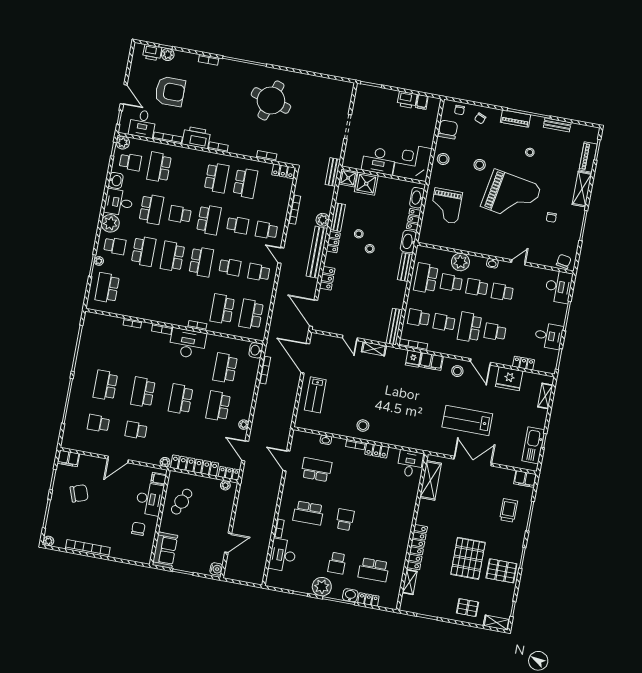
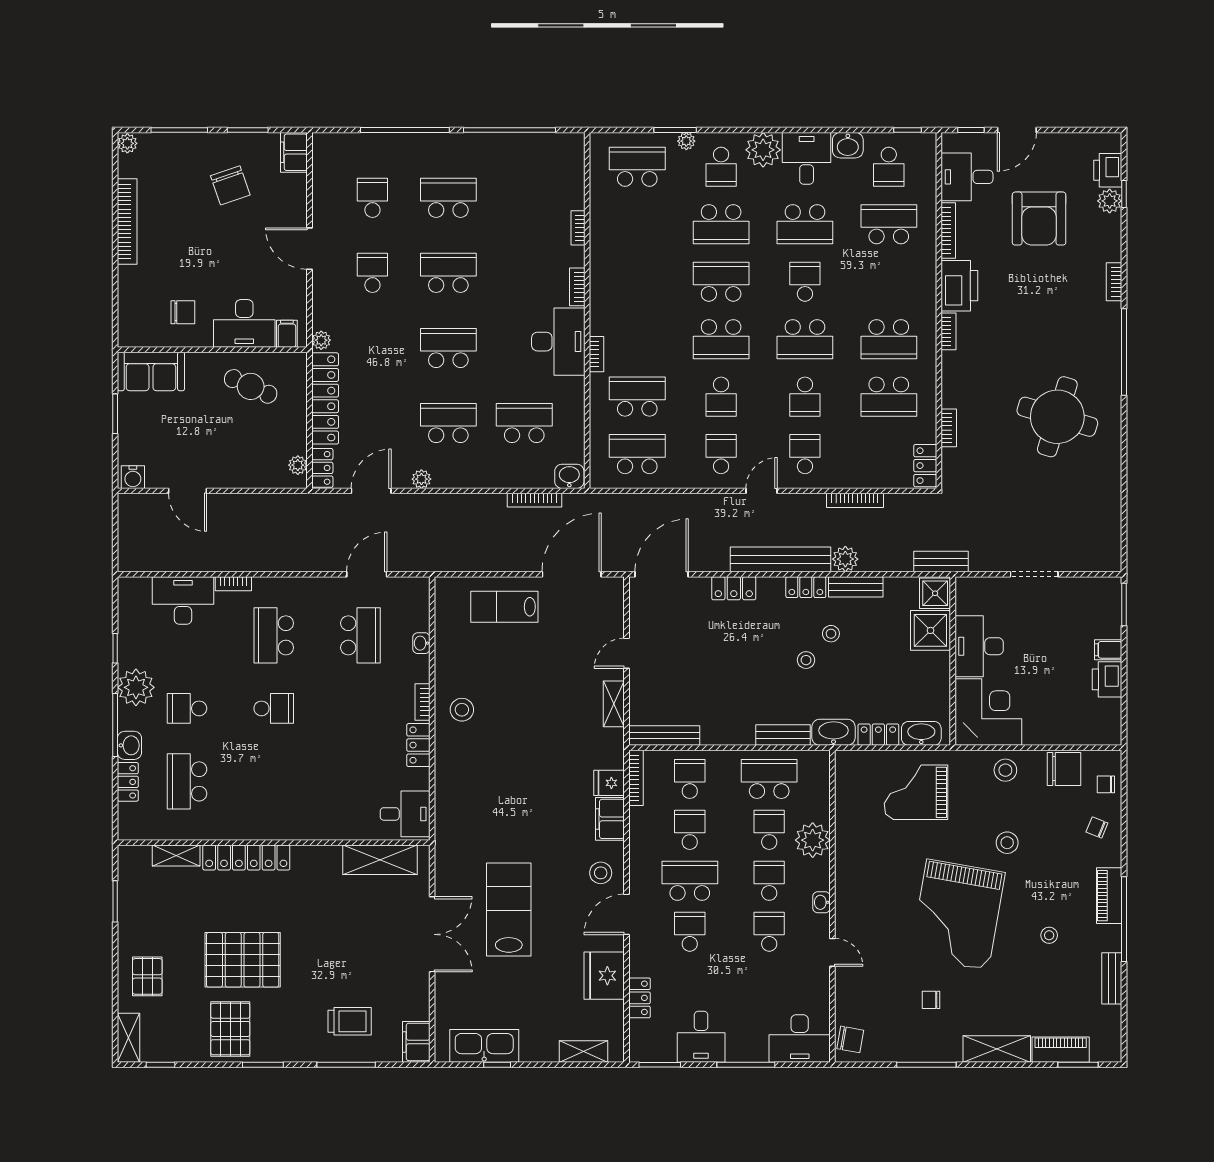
filing cabinet: (422, 102) -> (1108, 650), moved
plant: (123, 143) -> (924, 145), removed

